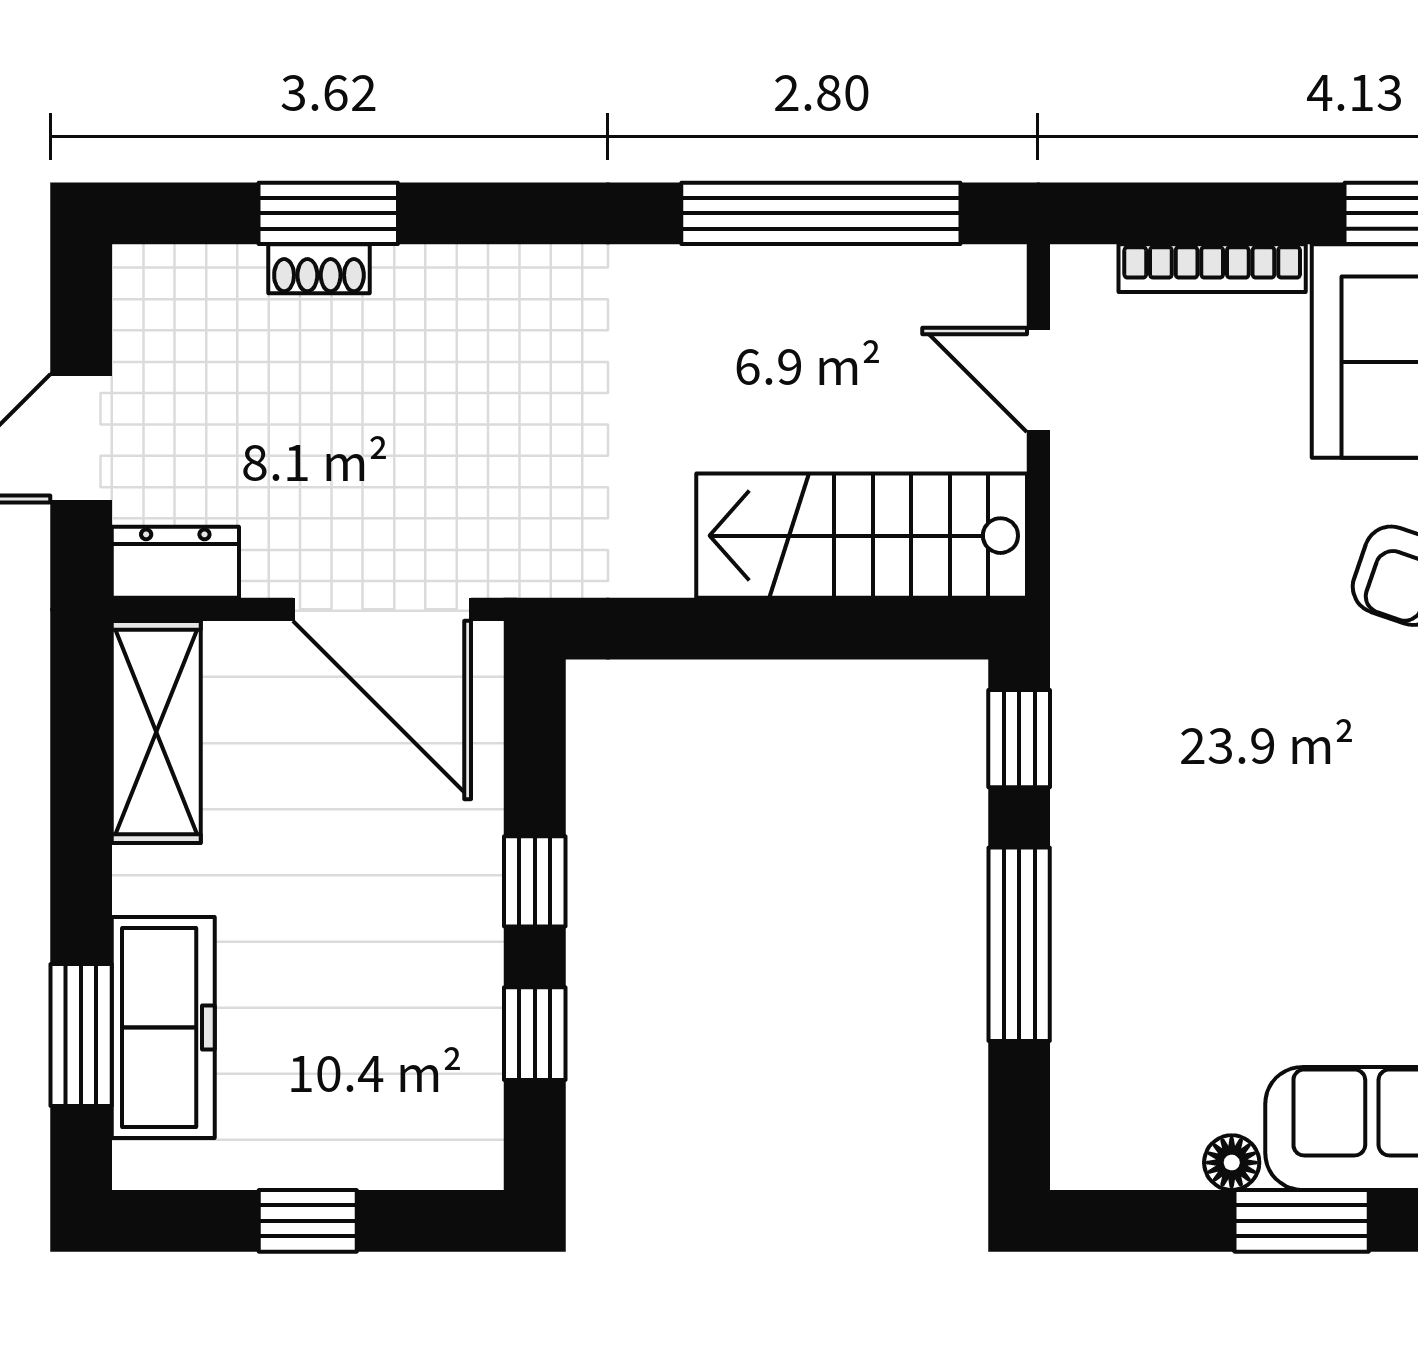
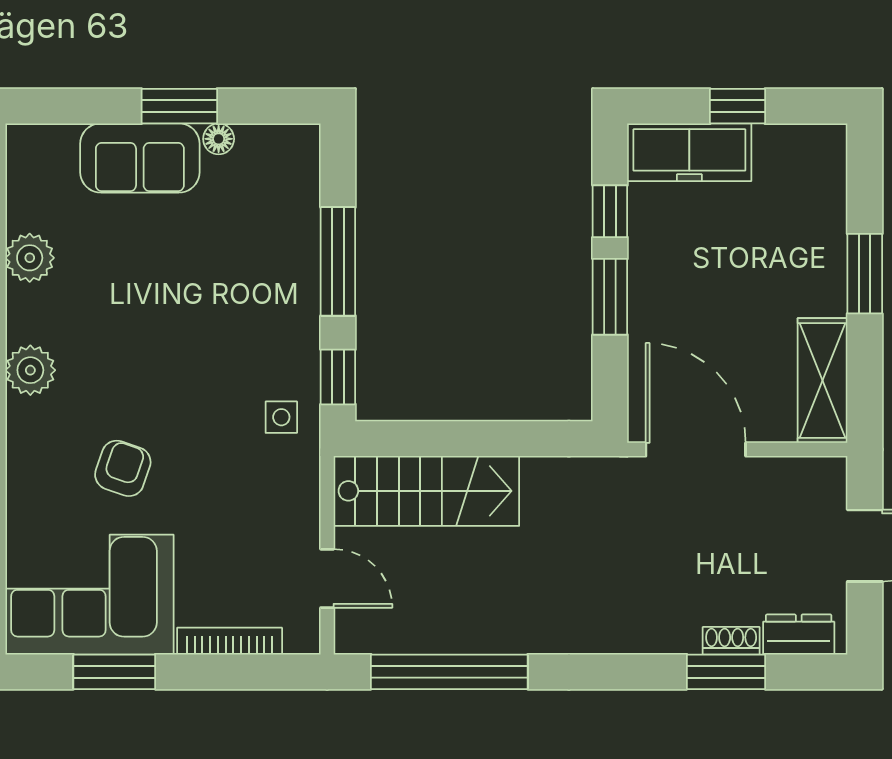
dresser: (175, 562) -> (799, 635), moved, turned 180
side table: (1120, 667) -> (281, 417), added
window: (535, 881) -> (610, 297), width x1.50
freezer: (163, 1027) -> (689, 152), moved, turned -90
window: (81, 1035) -> (865, 274), moved

